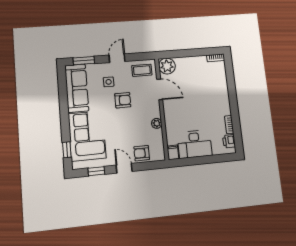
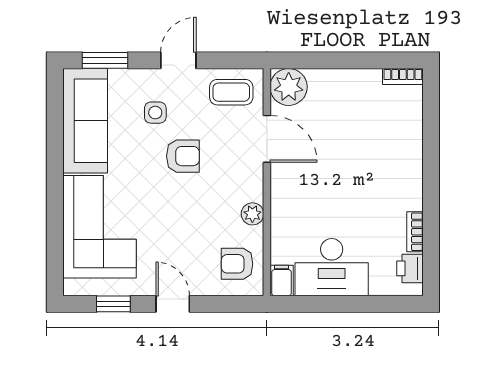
window: (67, 150) -> (55, 252), removed
armchair: (142, 153) -> (237, 264), moved

